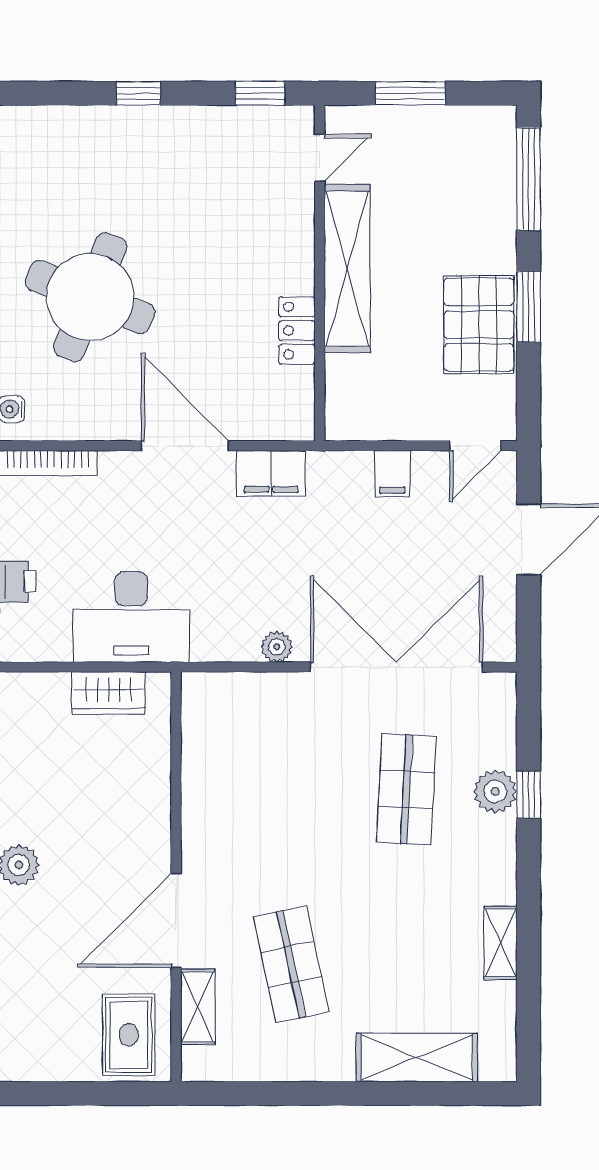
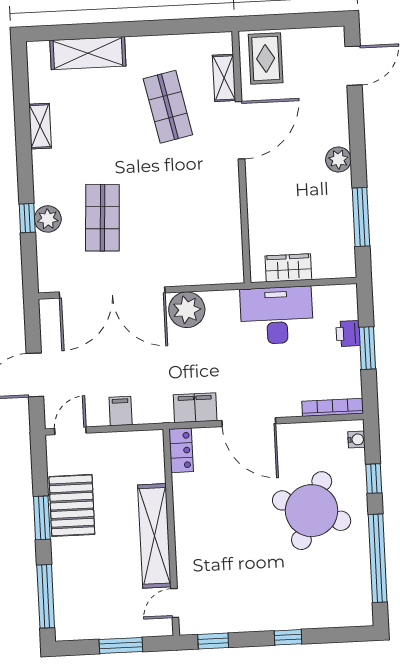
locker: (297, 331) -> (181, 450), moved
plant: (277, 647) -> (187, 310), width x1.87, depth x1.87

